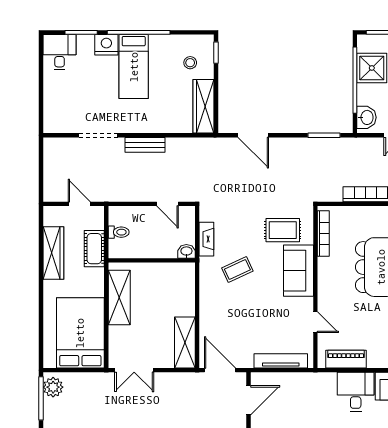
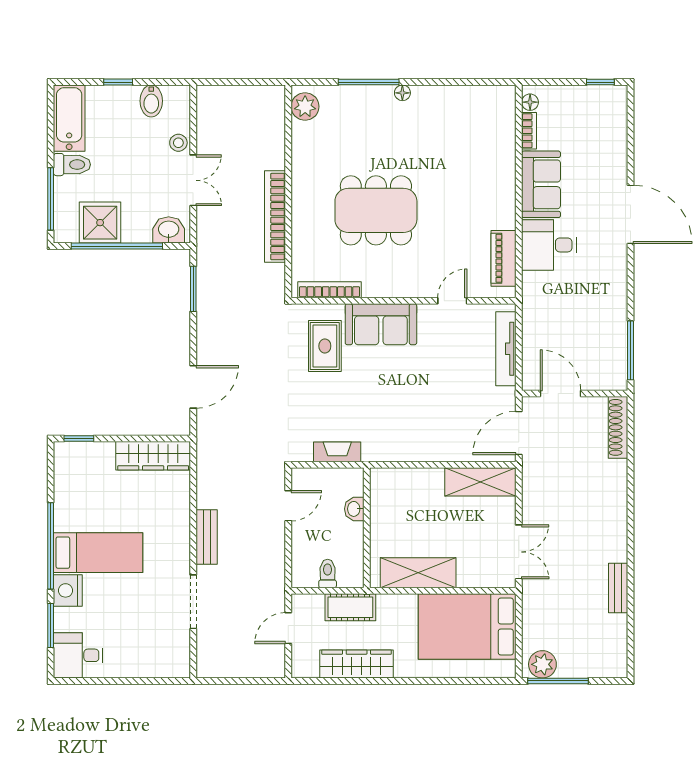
stool: (190, 63) -> (93, 474), removed
washbasin: (186, 251) -> (354, 509), moved
coffee table: (237, 269) -> (379, 409), removed

